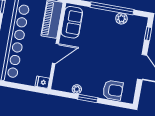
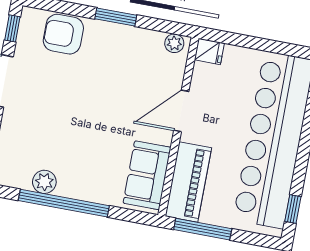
plant: (77, 89) -> (174, 43), moved
window: (138, 93) -> (12, 28), added

